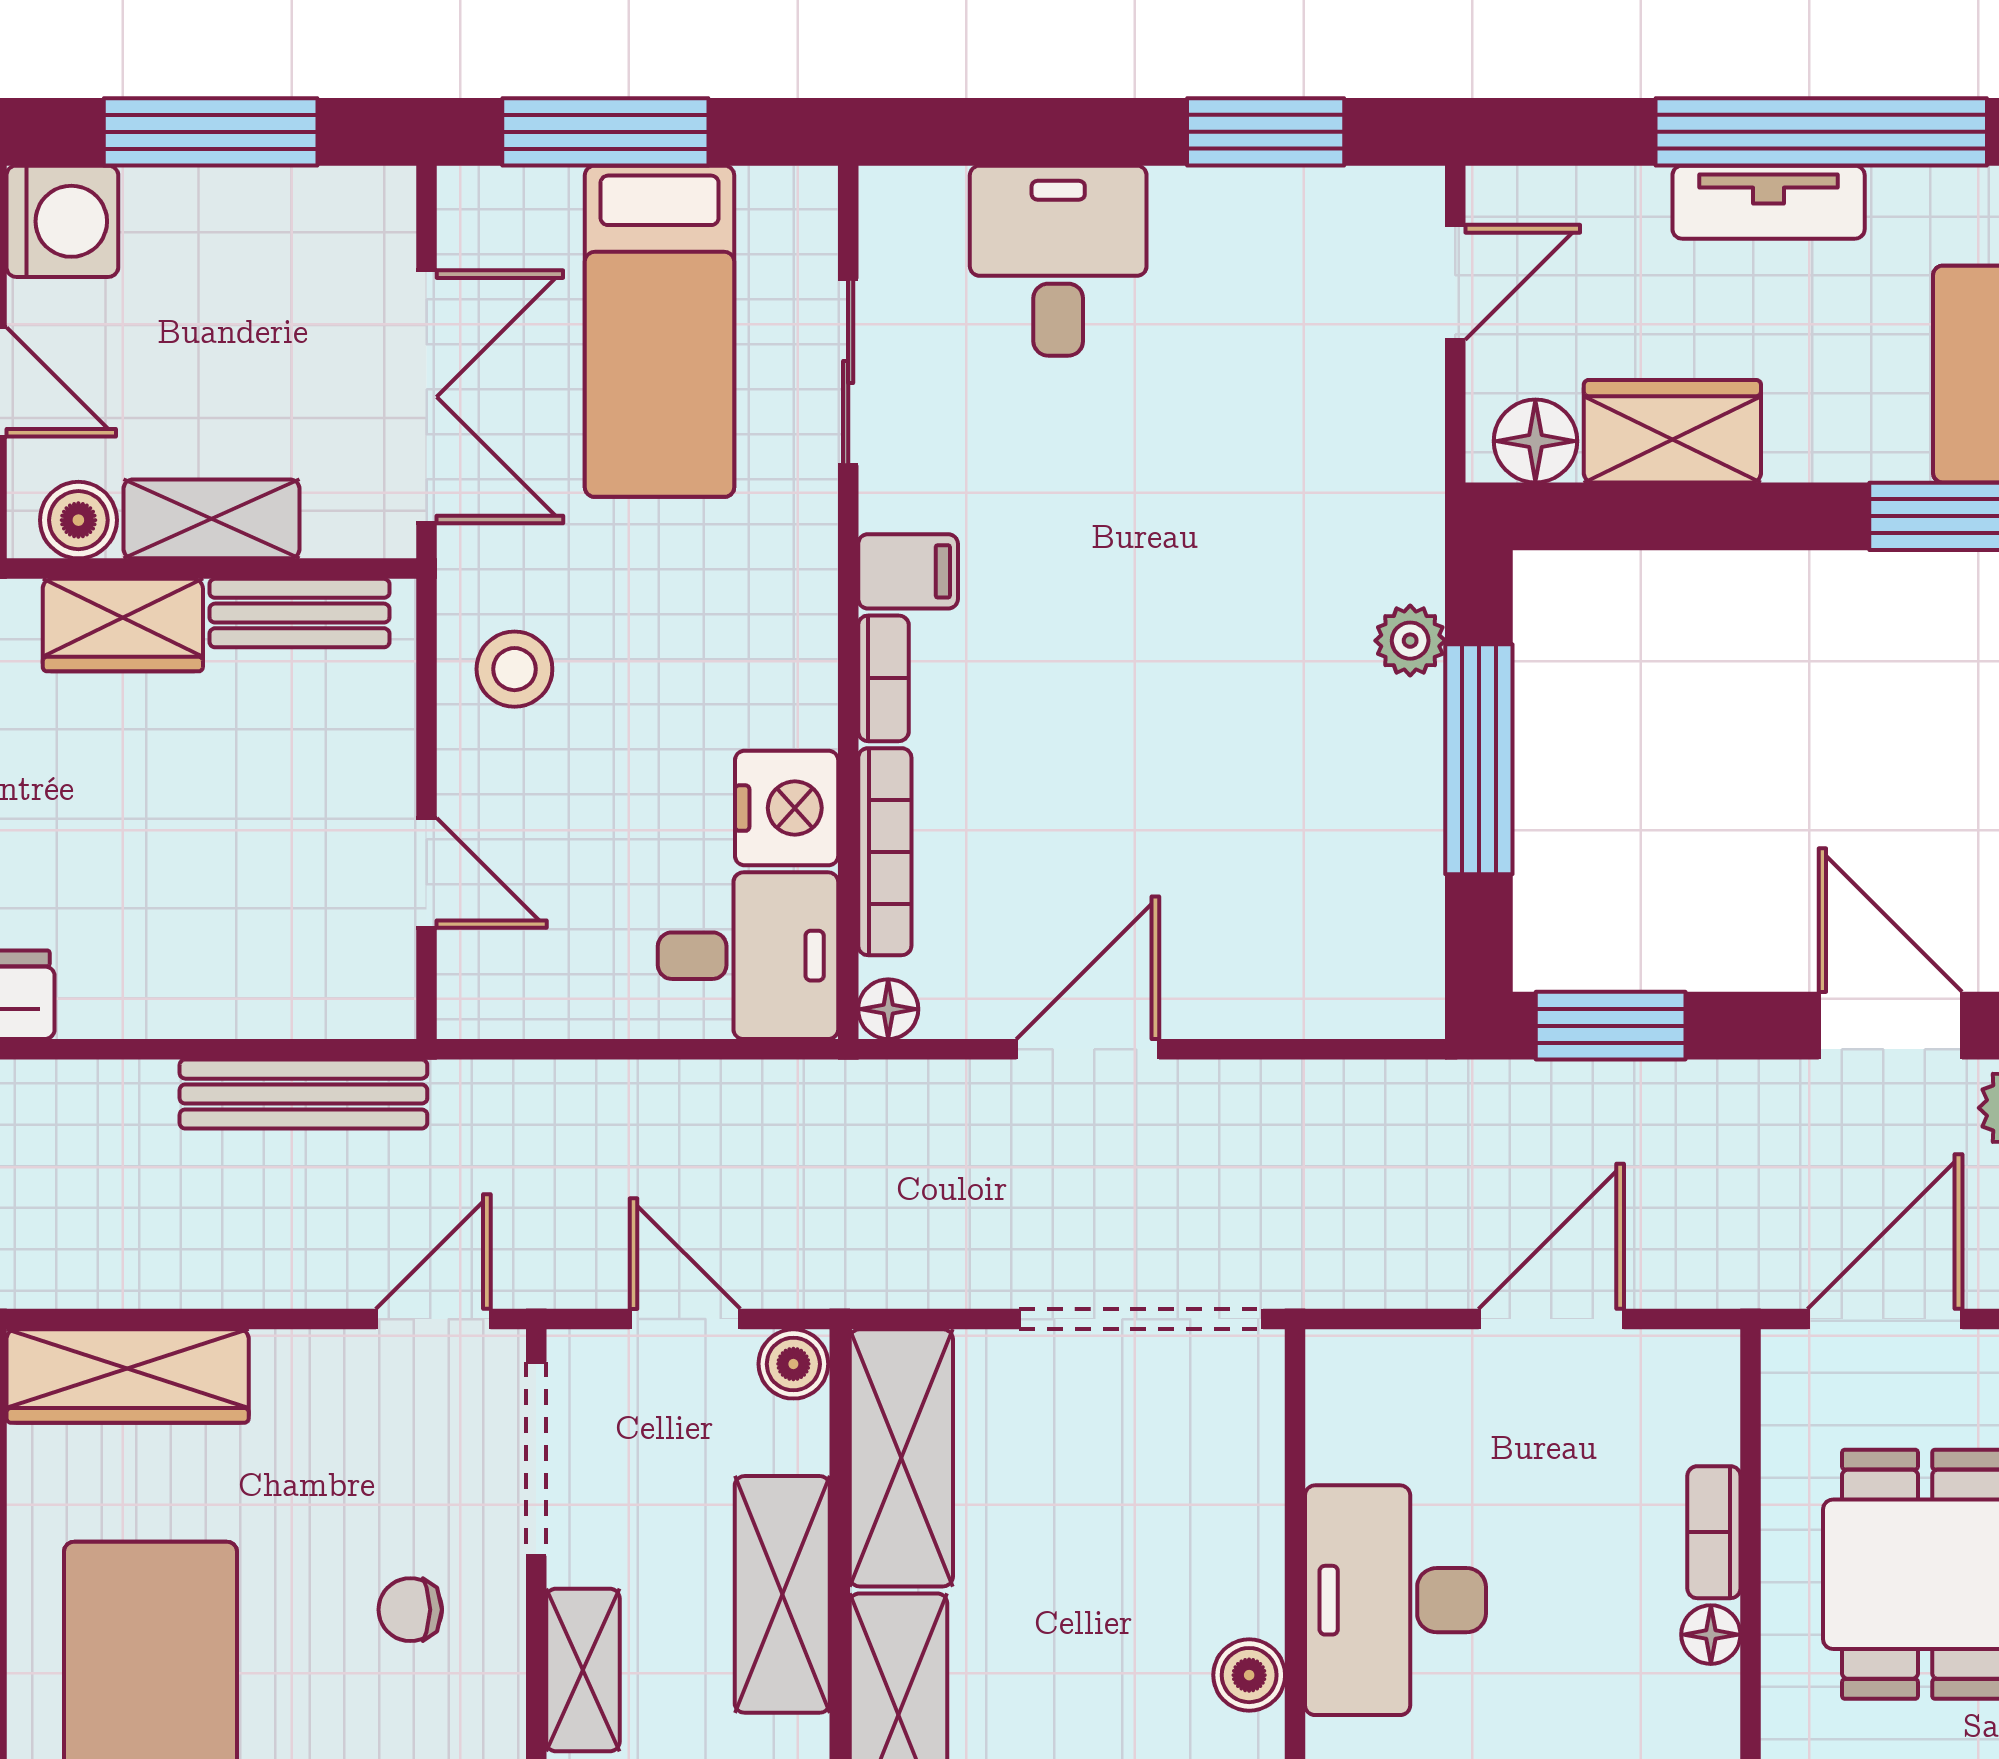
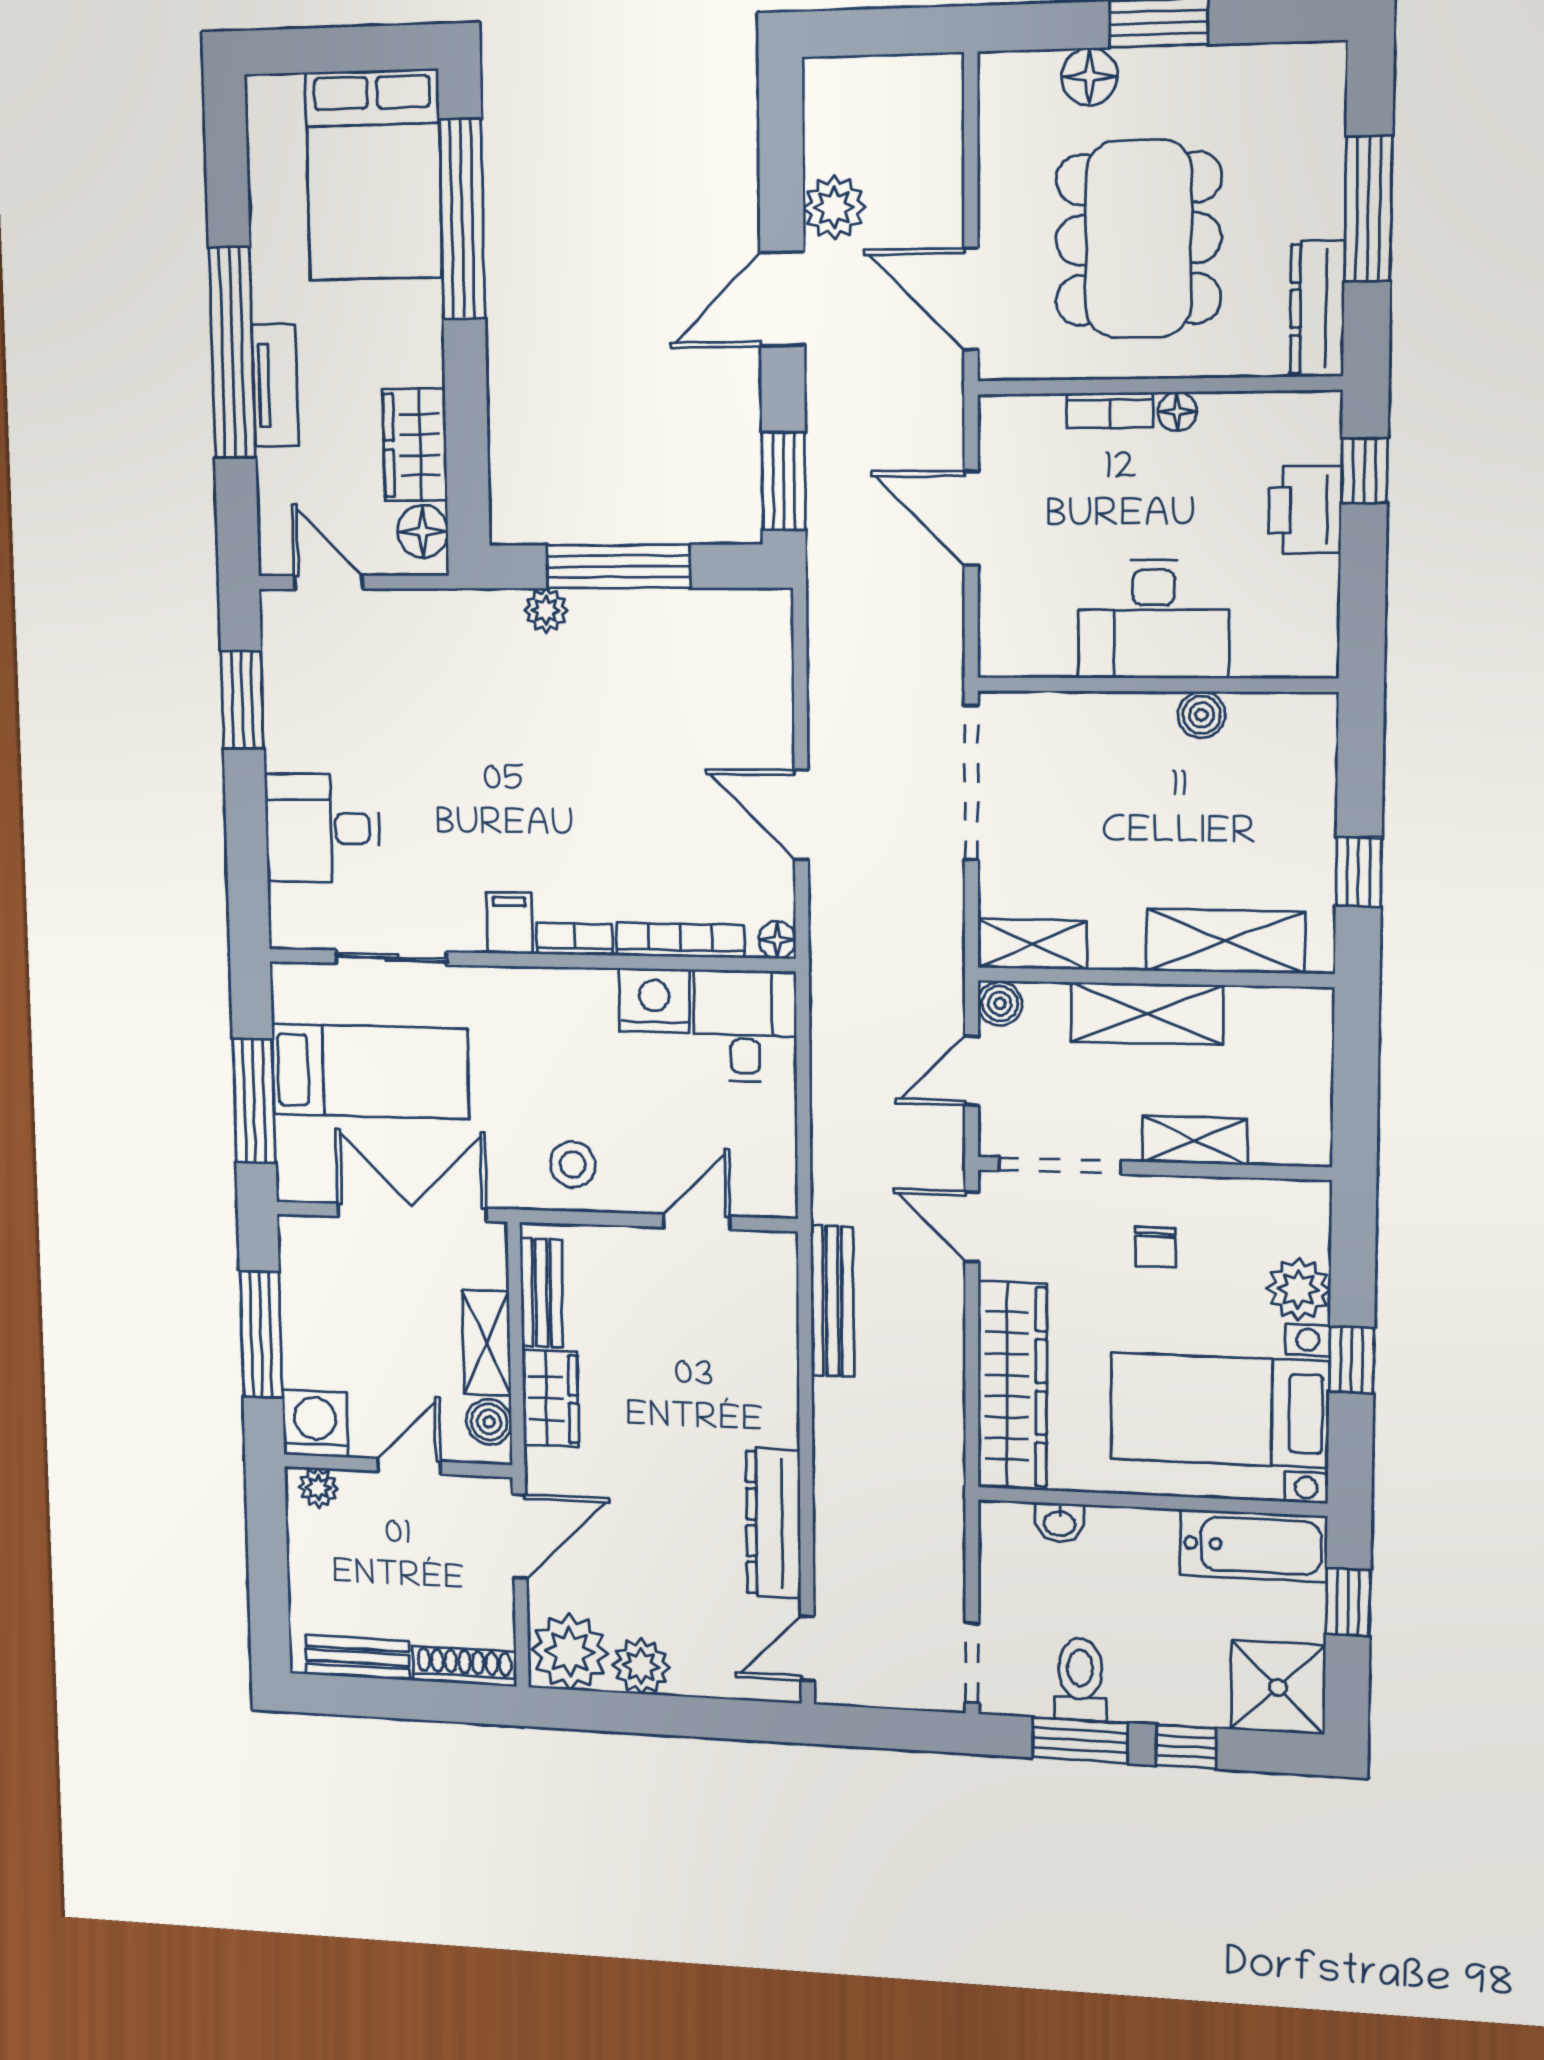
wardrobe: (128, 1376) -> (1012, 1386), width x1.40, depth x1.17
shelving: (901, 1458) -> (1032, 944), width x0.67, depth x0.75

